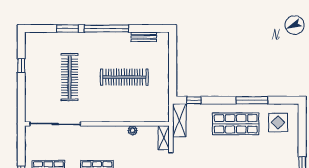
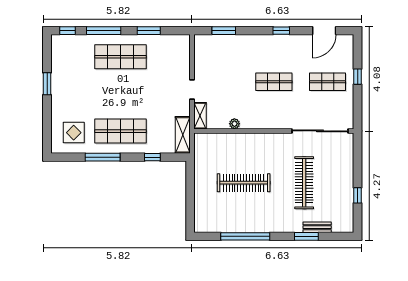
window: (106, 29) -> (245, 236), moved
bench: (144, 37) -> (317, 227), moved
window: (194, 100) -> (152, 157), moved

